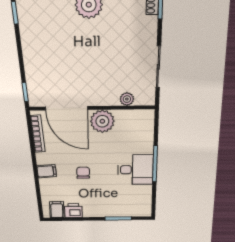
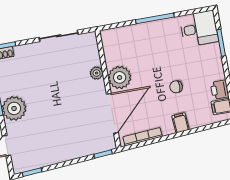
plant: (127, 99) -> (97, 73), moved
desk: (135, 170) -> (199, 29), moved, turned 90

